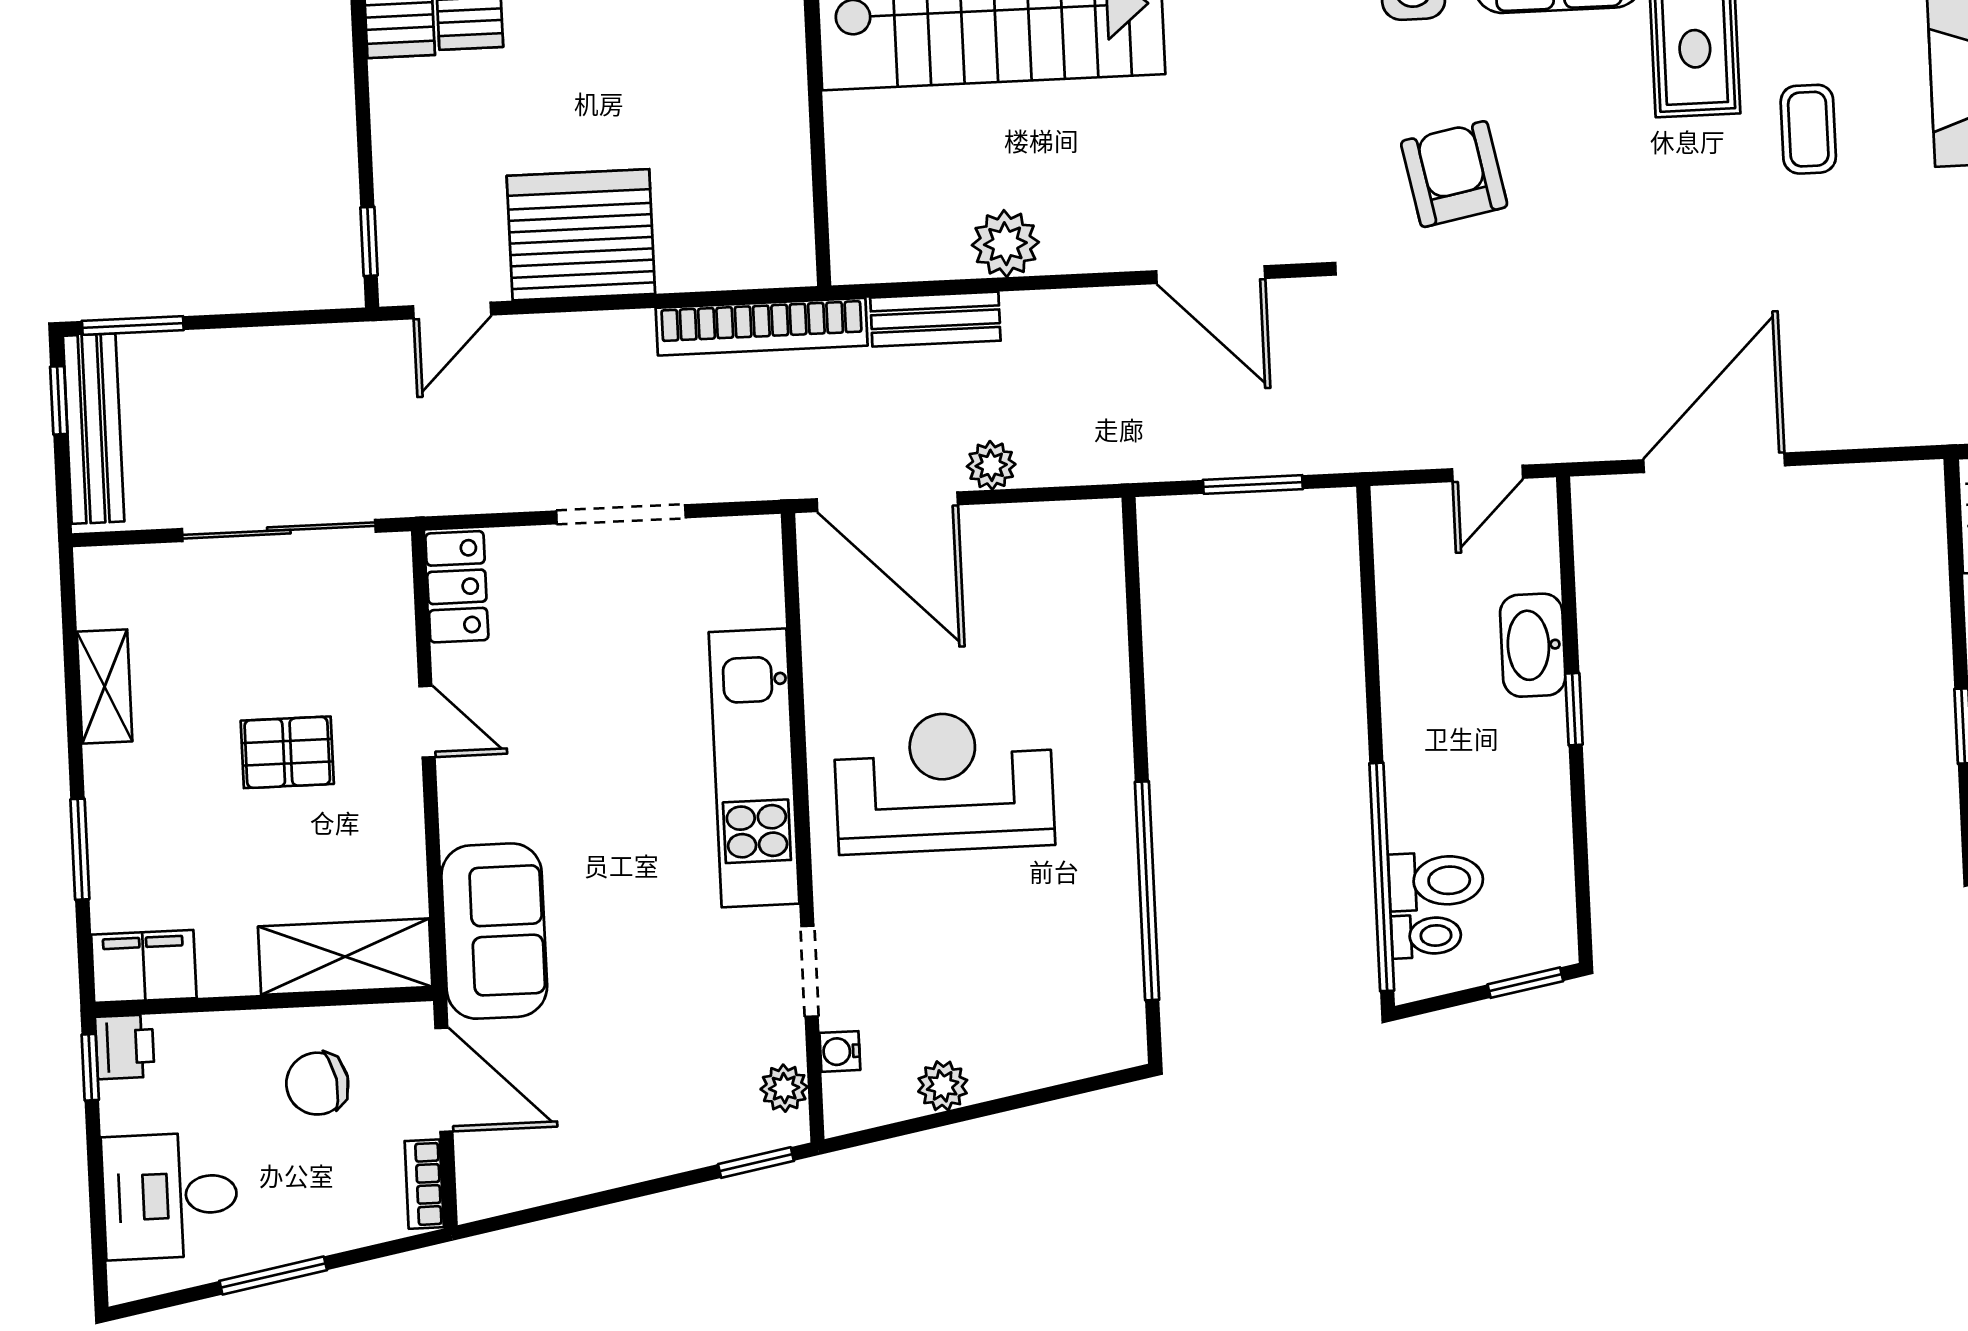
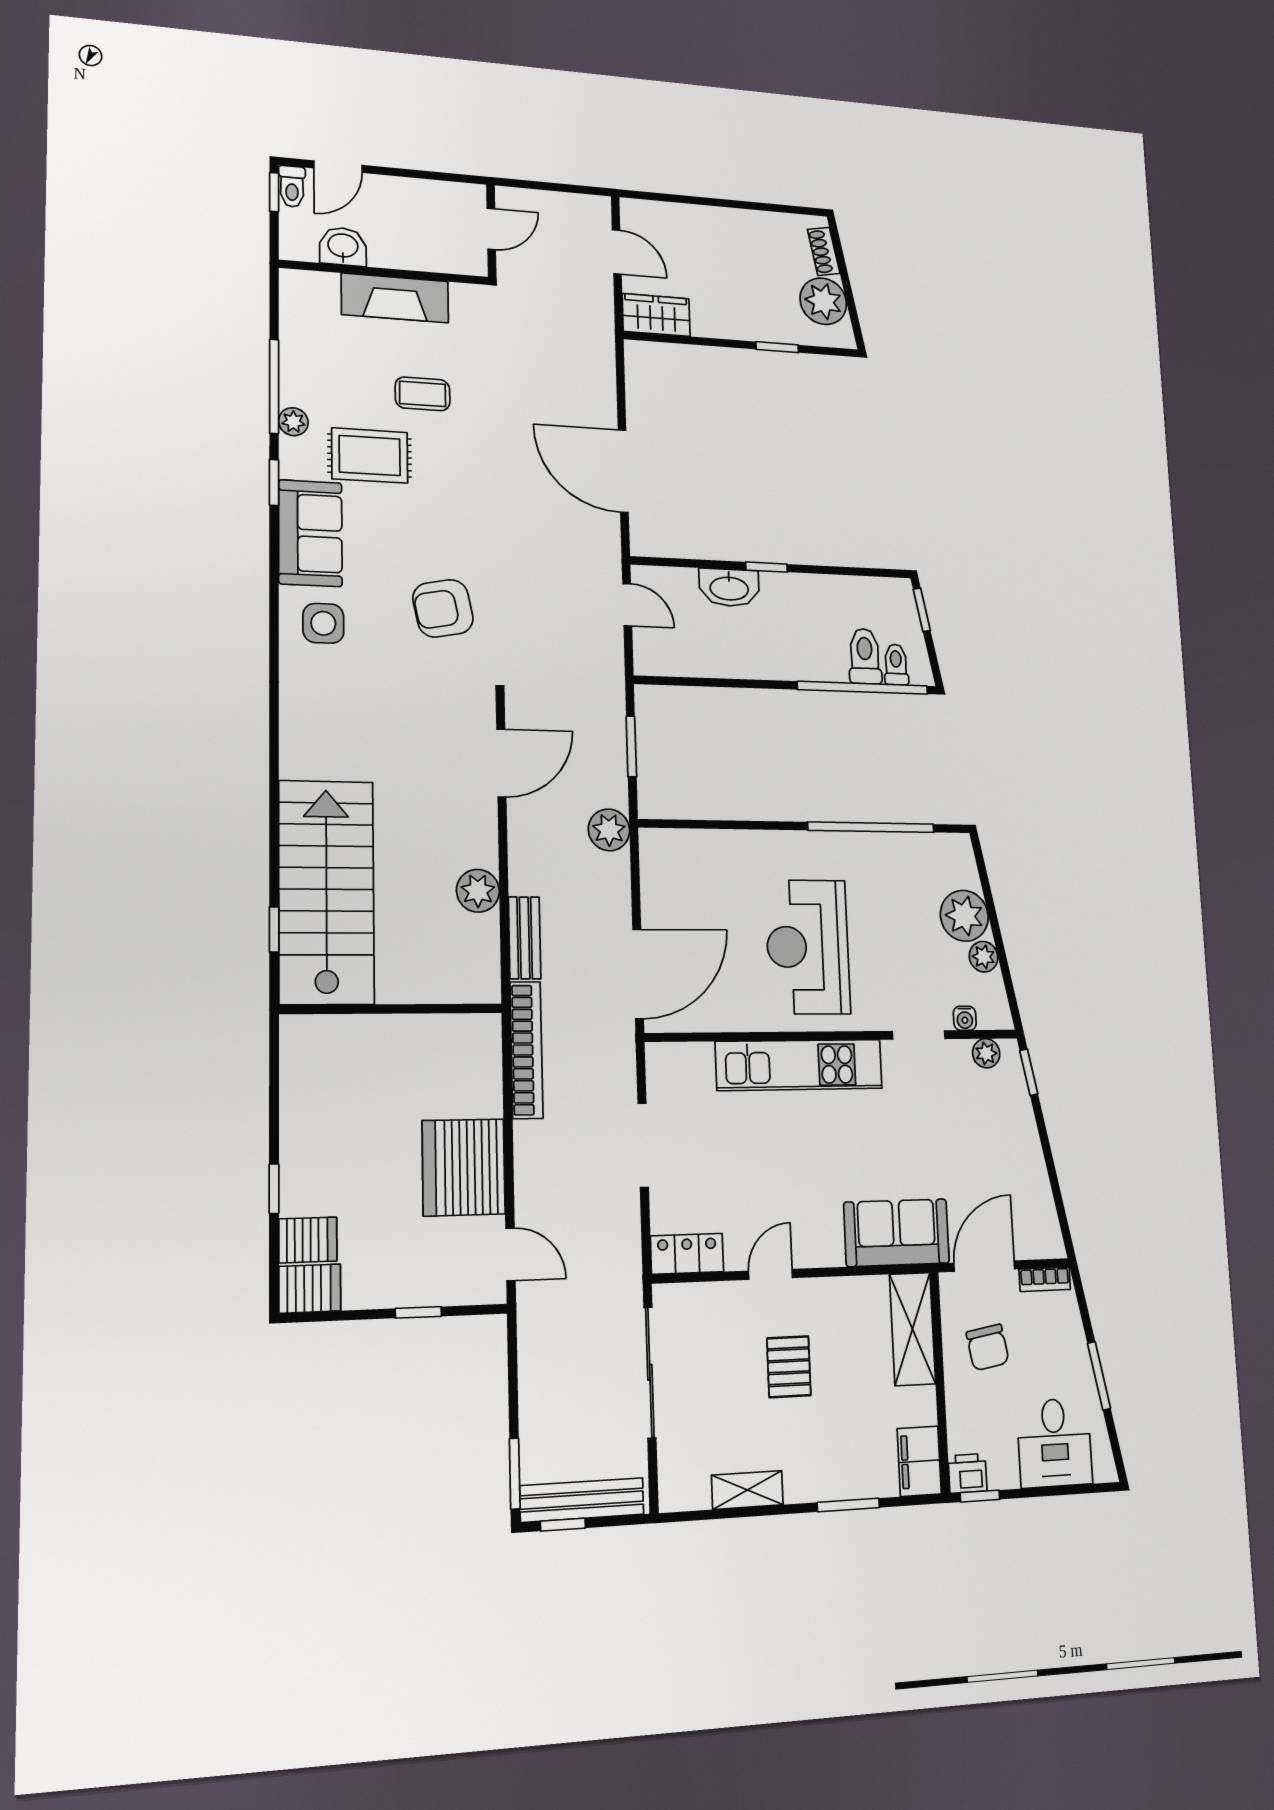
window: (369, 241) -> (418, 1312), moved
plant: (991, 465) -> (609, 830), moved, width x1.38, depth x1.38
plant: (1009, 1053) -> (964, 916), added

